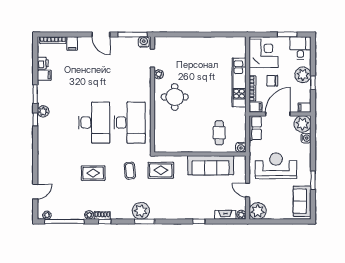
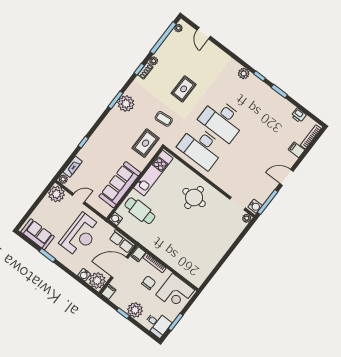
plant: (159, 74) -> (247, 218), moved
filing cabinet: (44, 75) -> (289, 109), removed
kitchen unit: (239, 82) -> (153, 173), moved, turned 90
plant: (43, 111) -> (244, 73), moved
door: (278, 114) -> (120, 267), swing flipped
cafe table: (219, 133) -> (140, 211), width x1.37, depth x1.35

